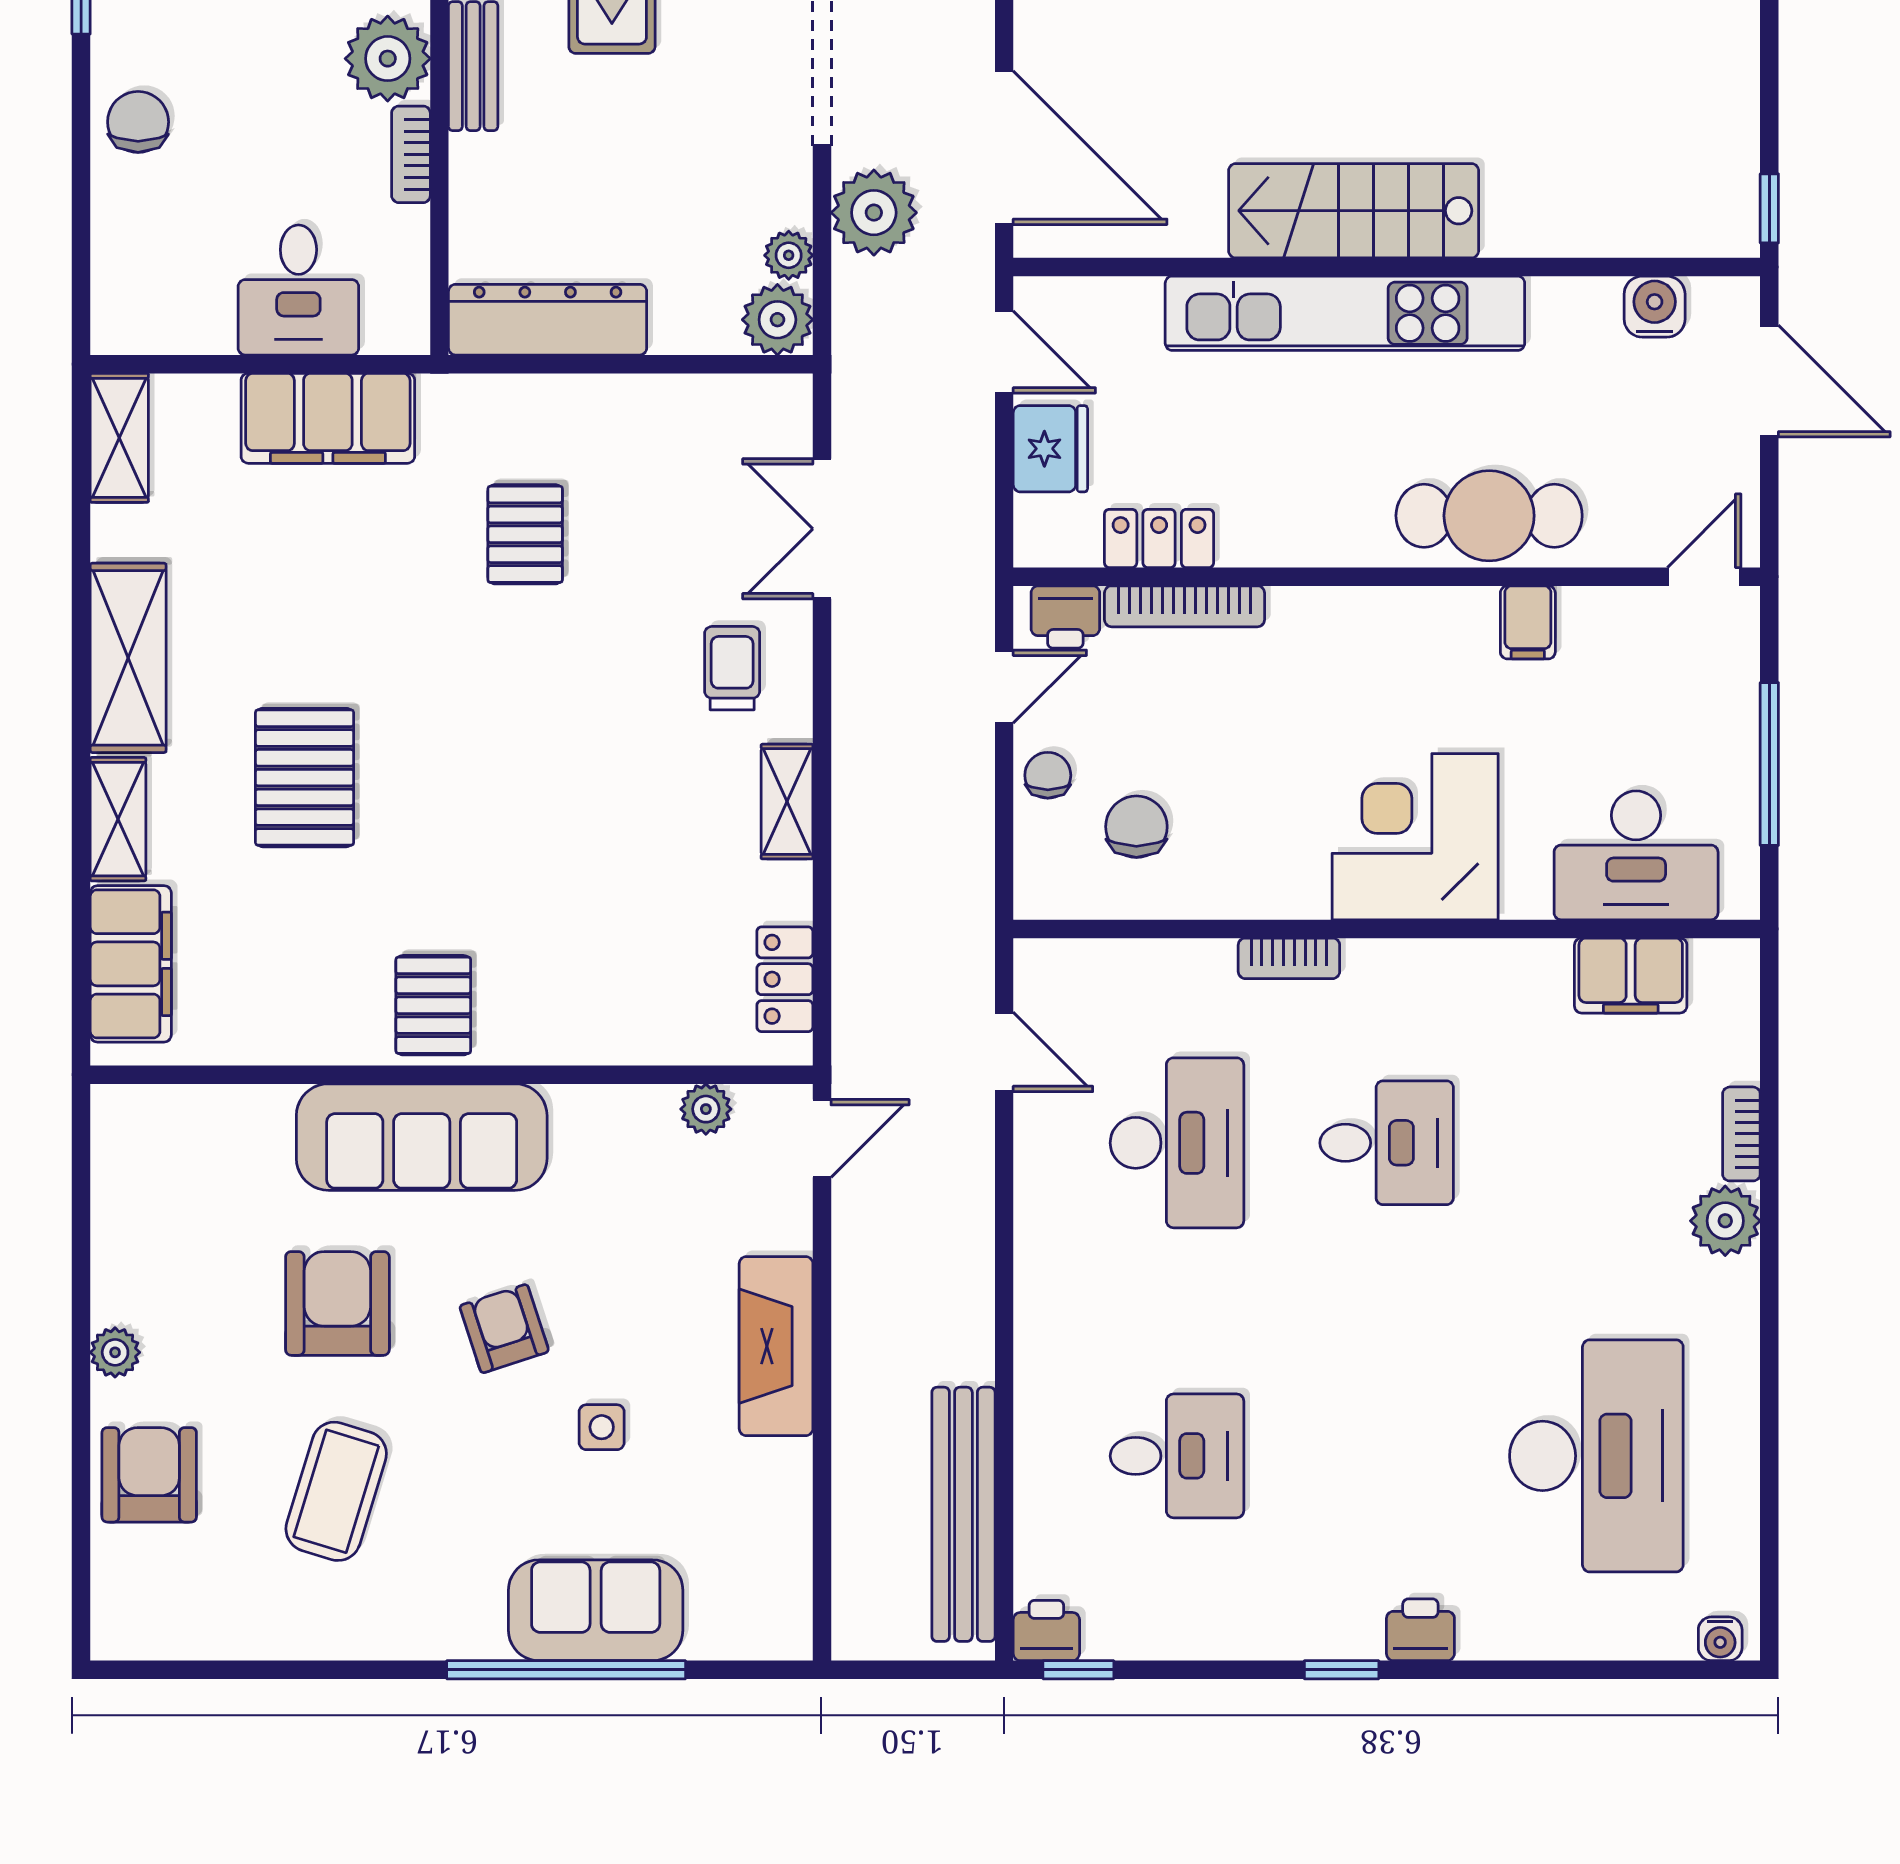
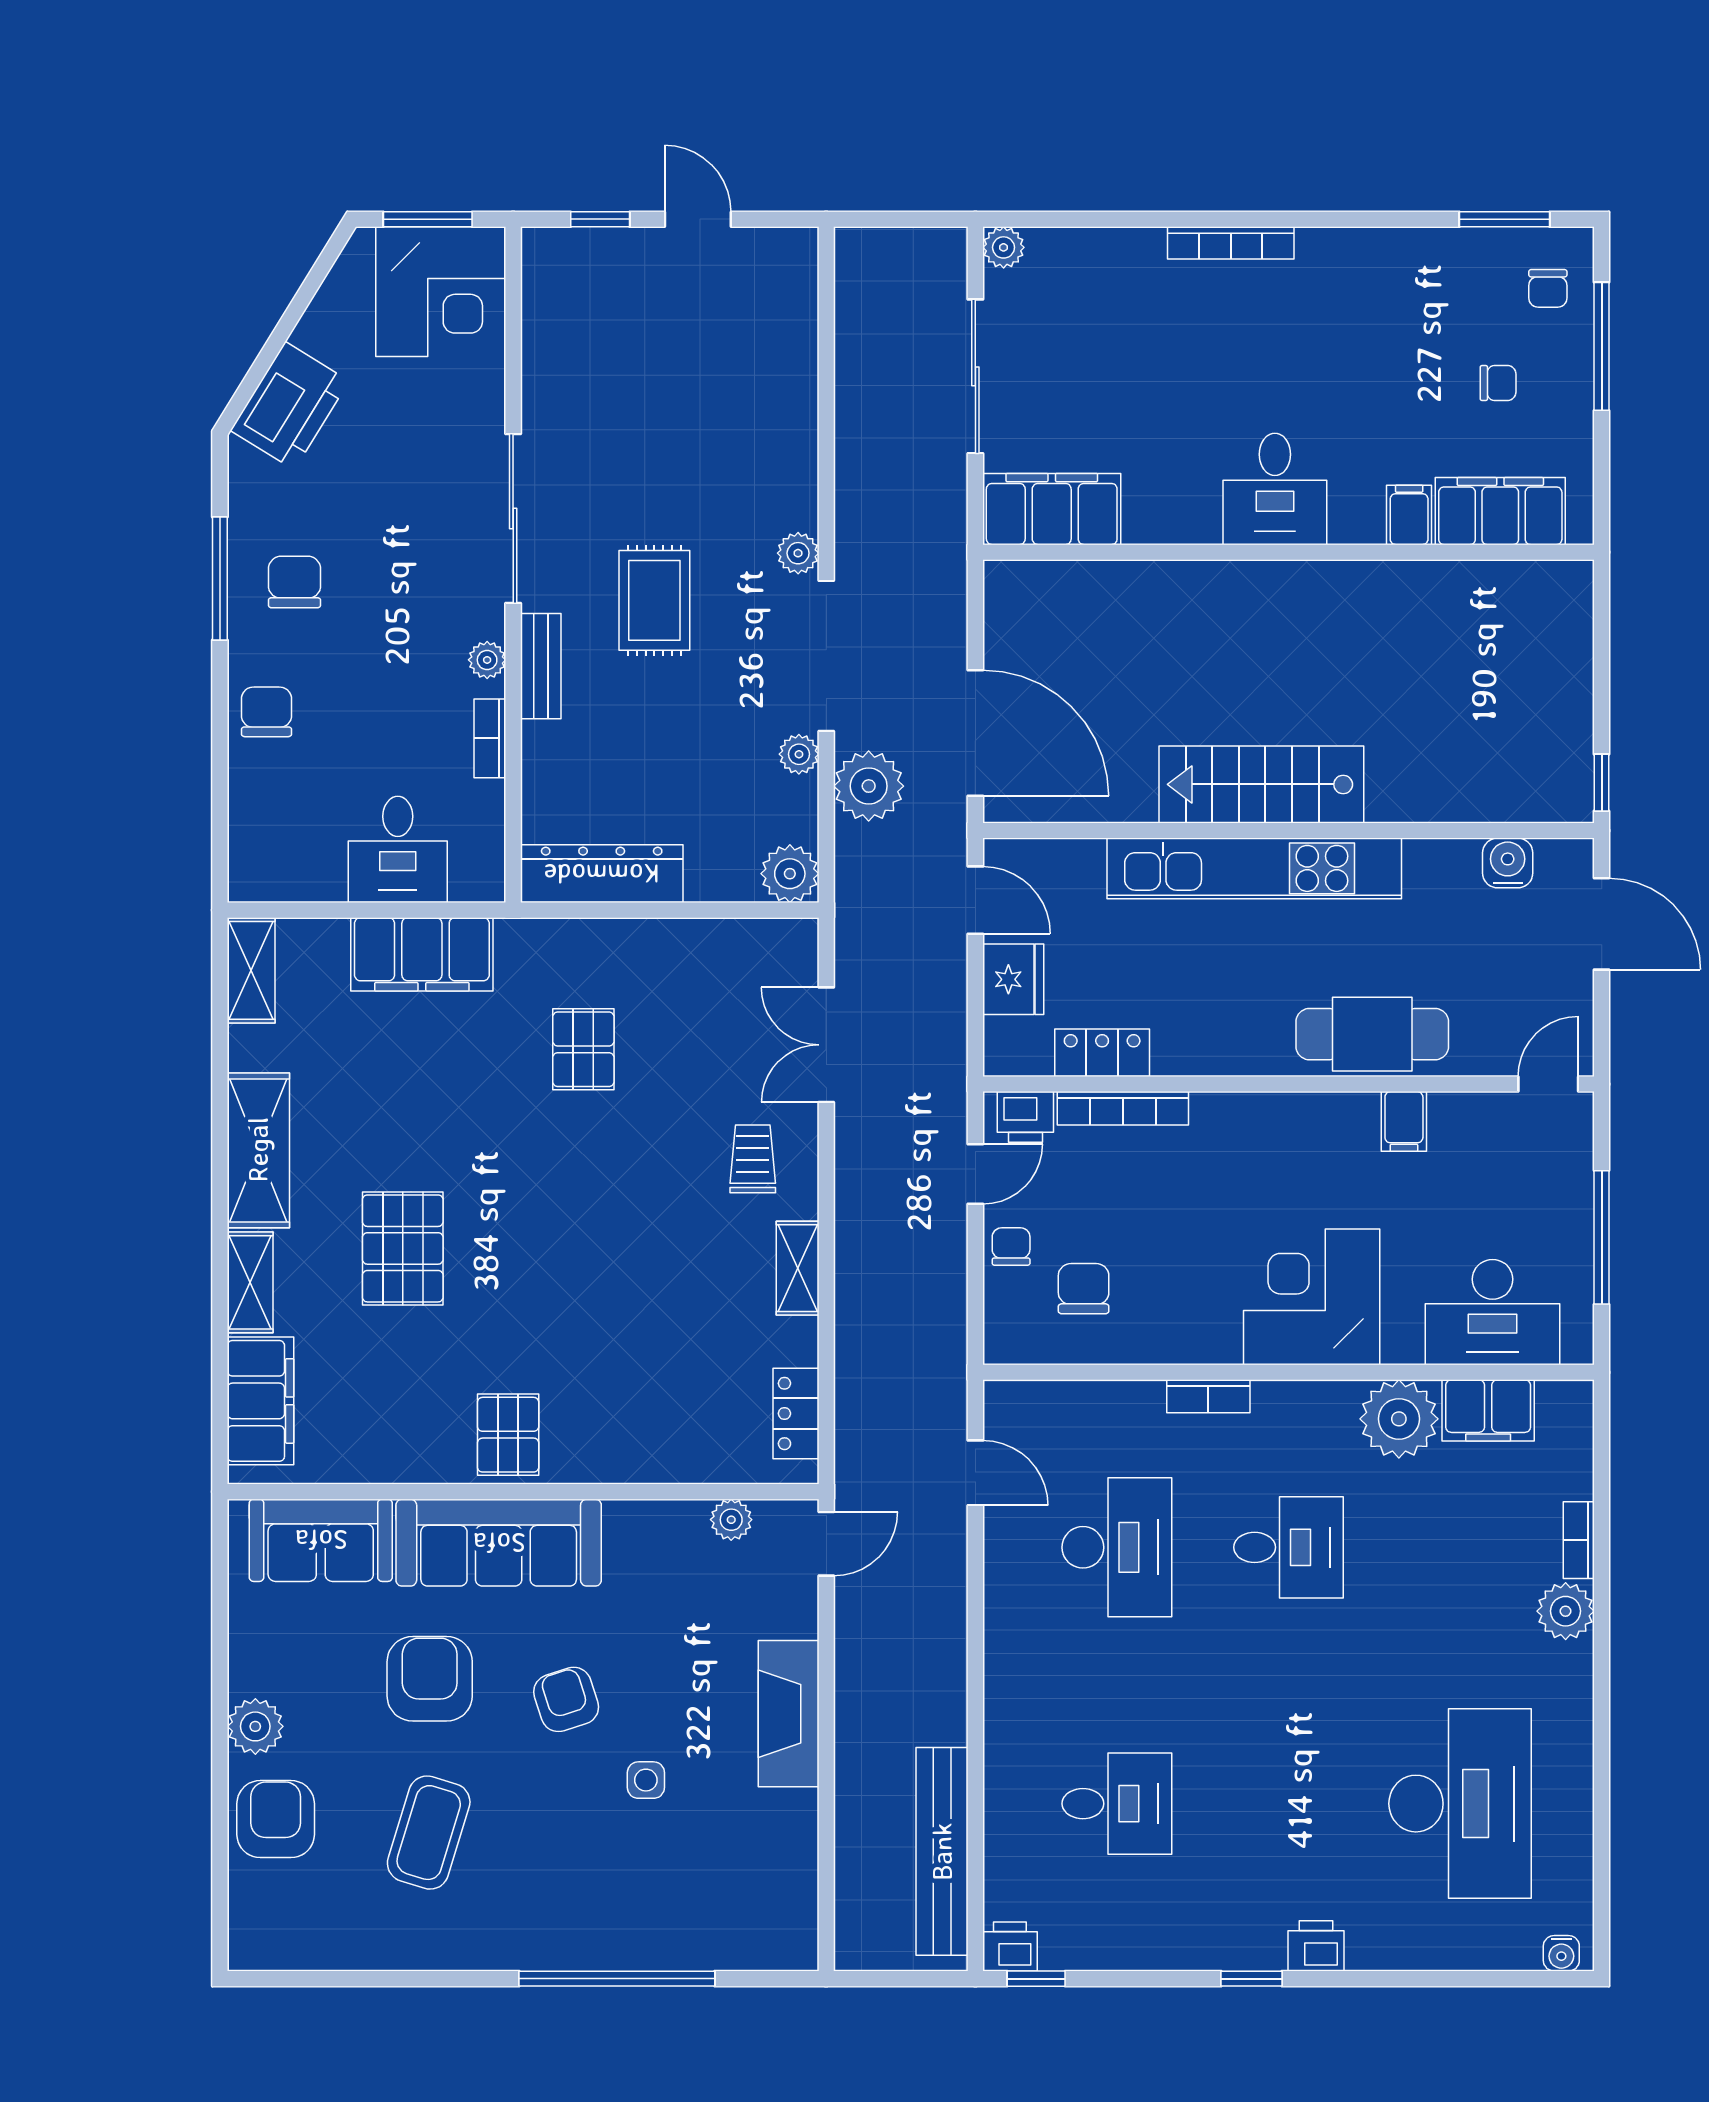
plant: (388, 59) -> (487, 660), width x0.53, depth x0.53
plant: (789, 255) -> (799, 754), moved
plant: (1522, 986) -> (1399, 1419), added
plant: (115, 1352) -> (255, 1726), width x1.38, depth x1.38
sofa: (596, 1610) -> (321, 1540), moved, turned 180

